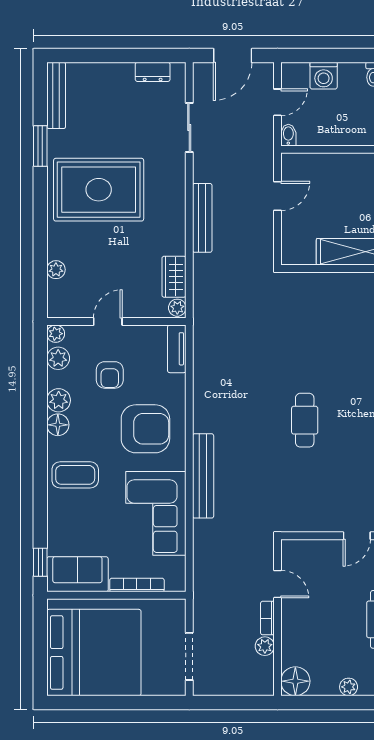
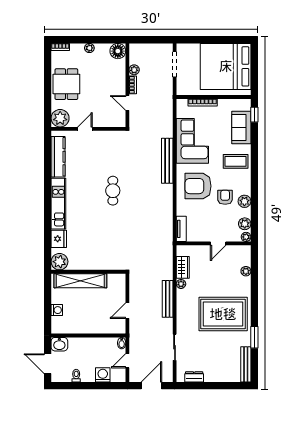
plant: (177, 308) -> (181, 284), moved
armchair: (110, 375) -> (225, 197), moved
floor lamp: (58, 425) -> (245, 188), removed
sofa: (77, 574) -> (241, 127), moved, turned 90

